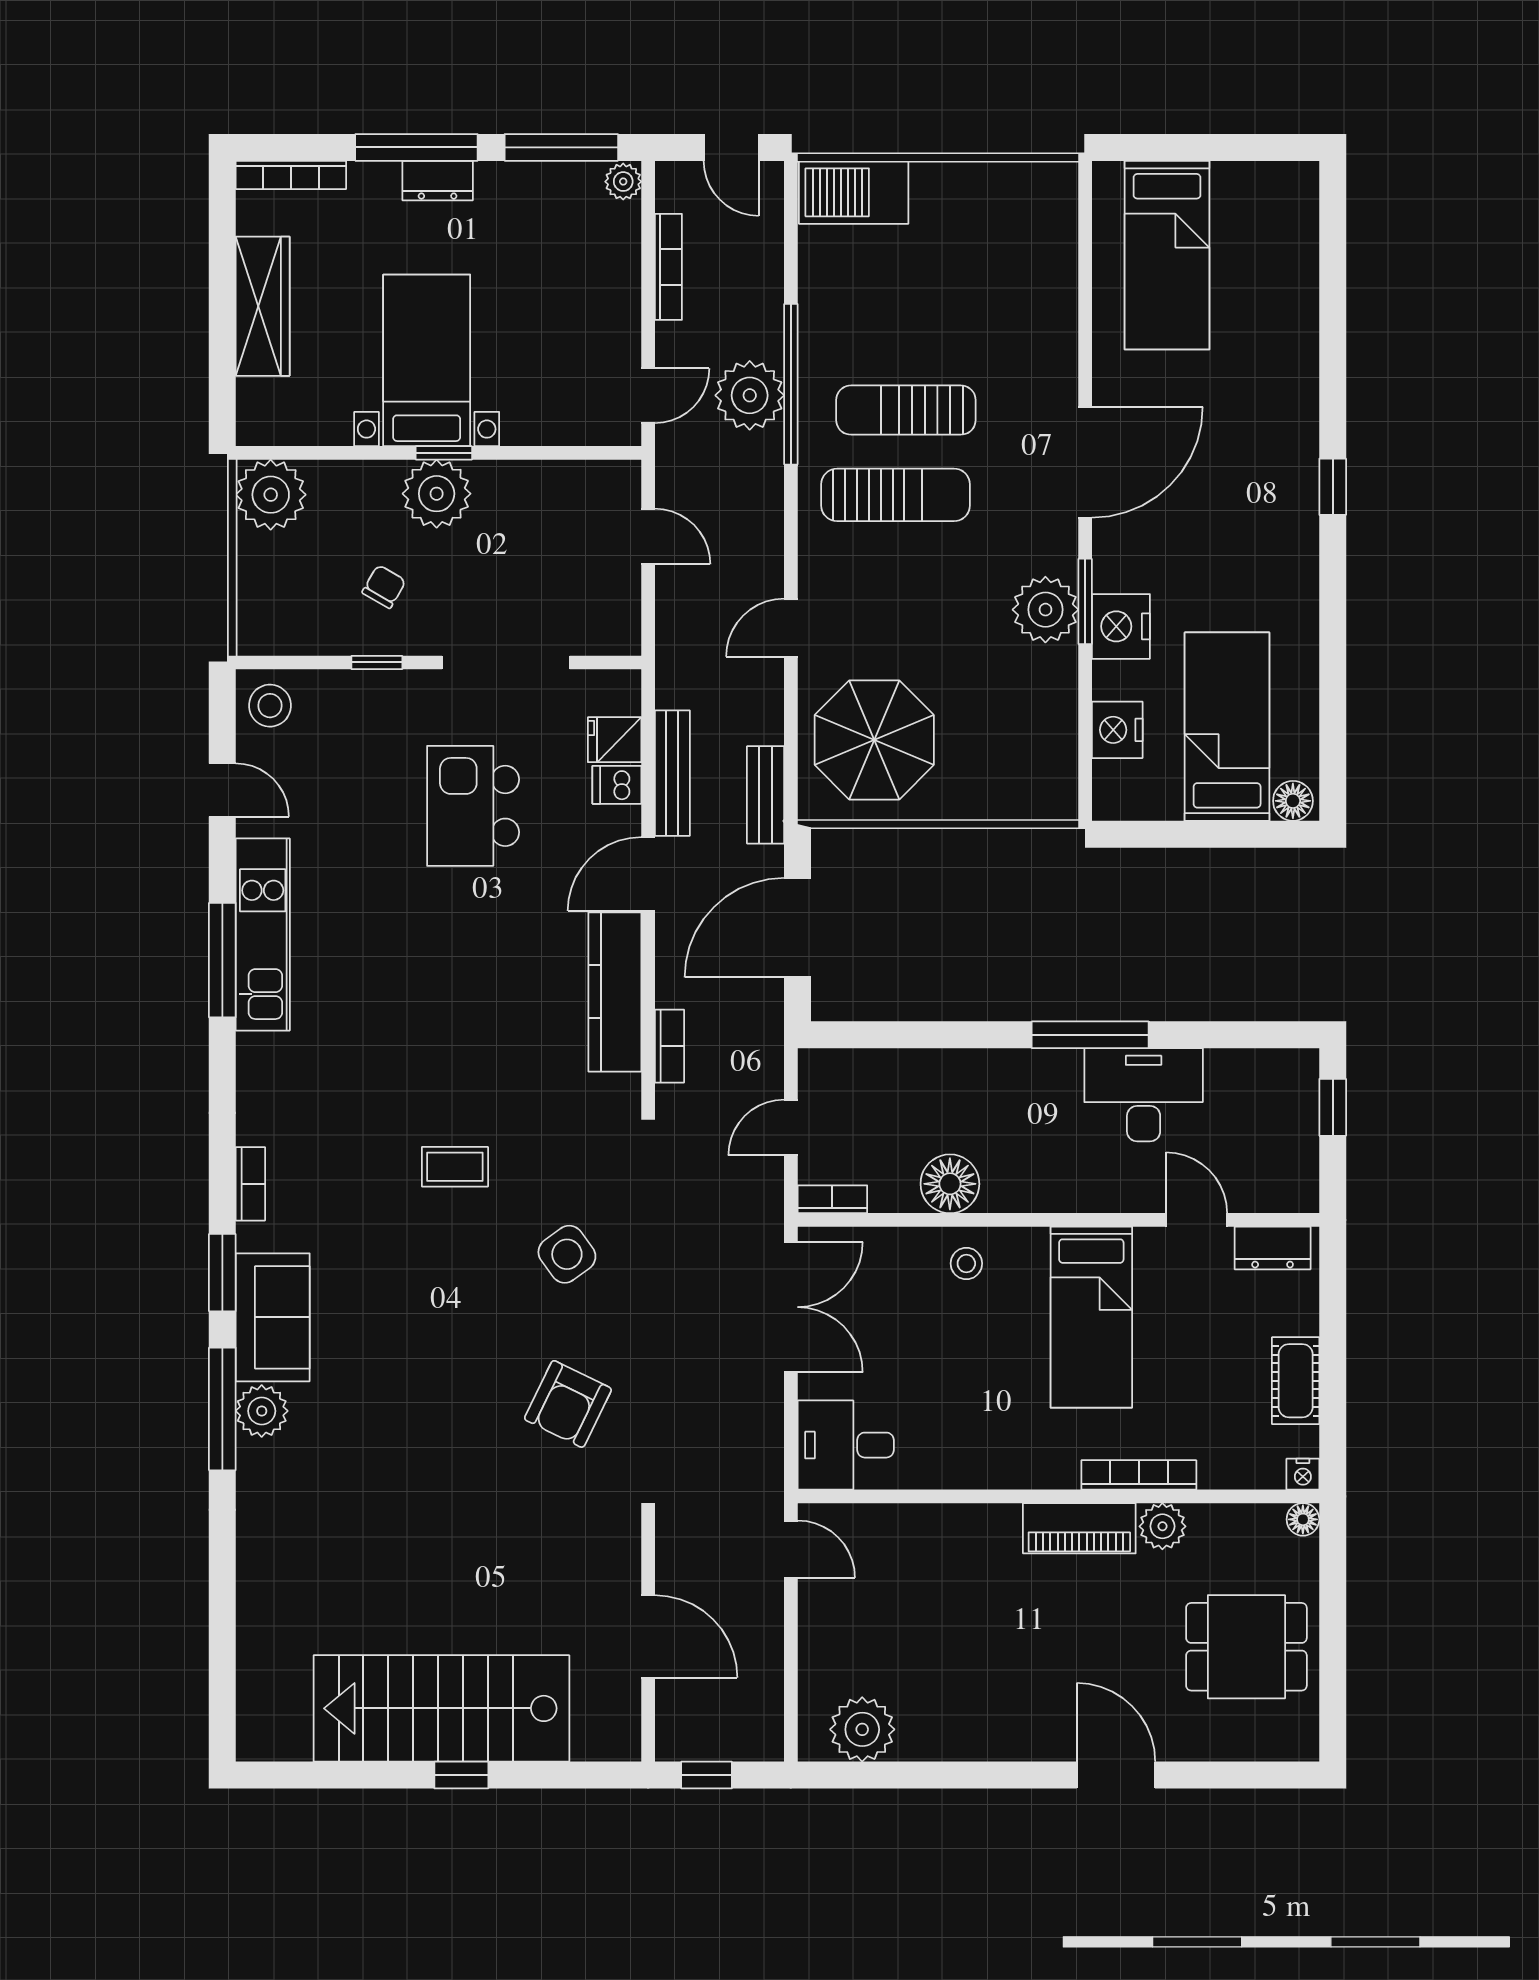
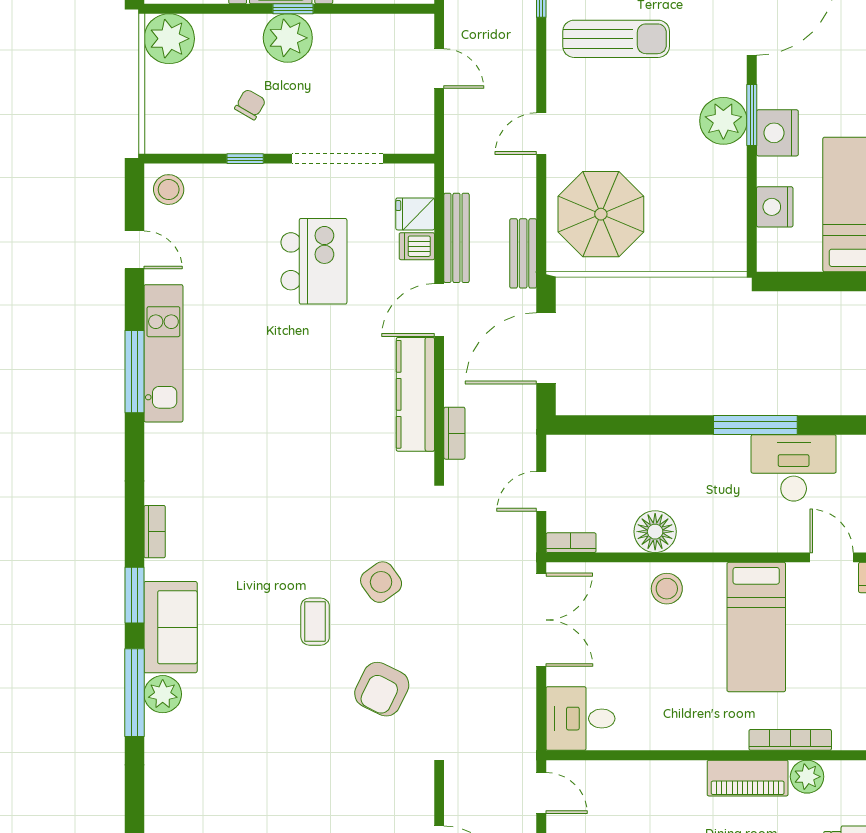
kitchen island: (473, 806) -> (314, 261), turned 180
coffee table: (455, 1167) -> (315, 622), moved, turned 90
stool: (966, 1263) -> (667, 589), width x1.37, depth x1.37

